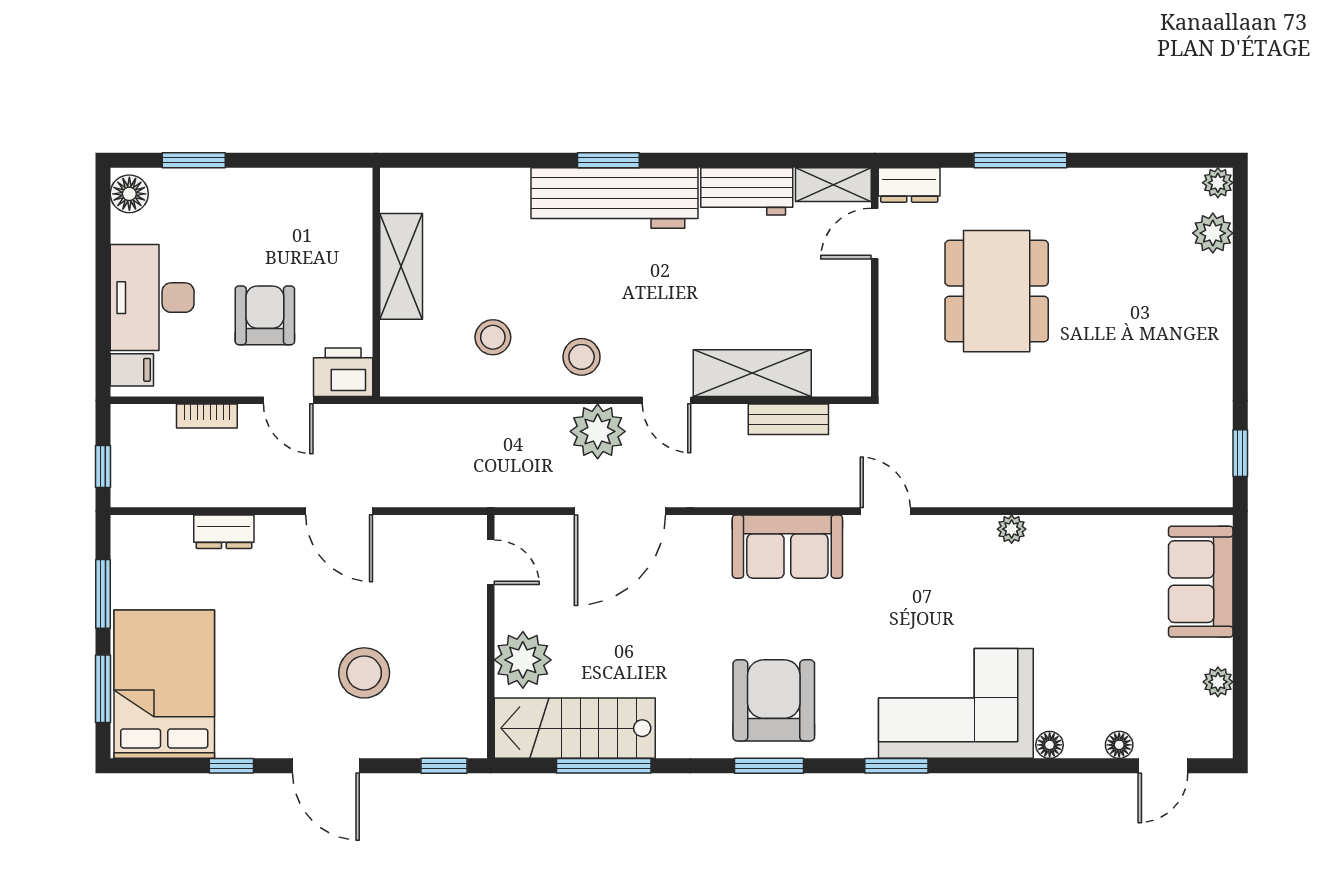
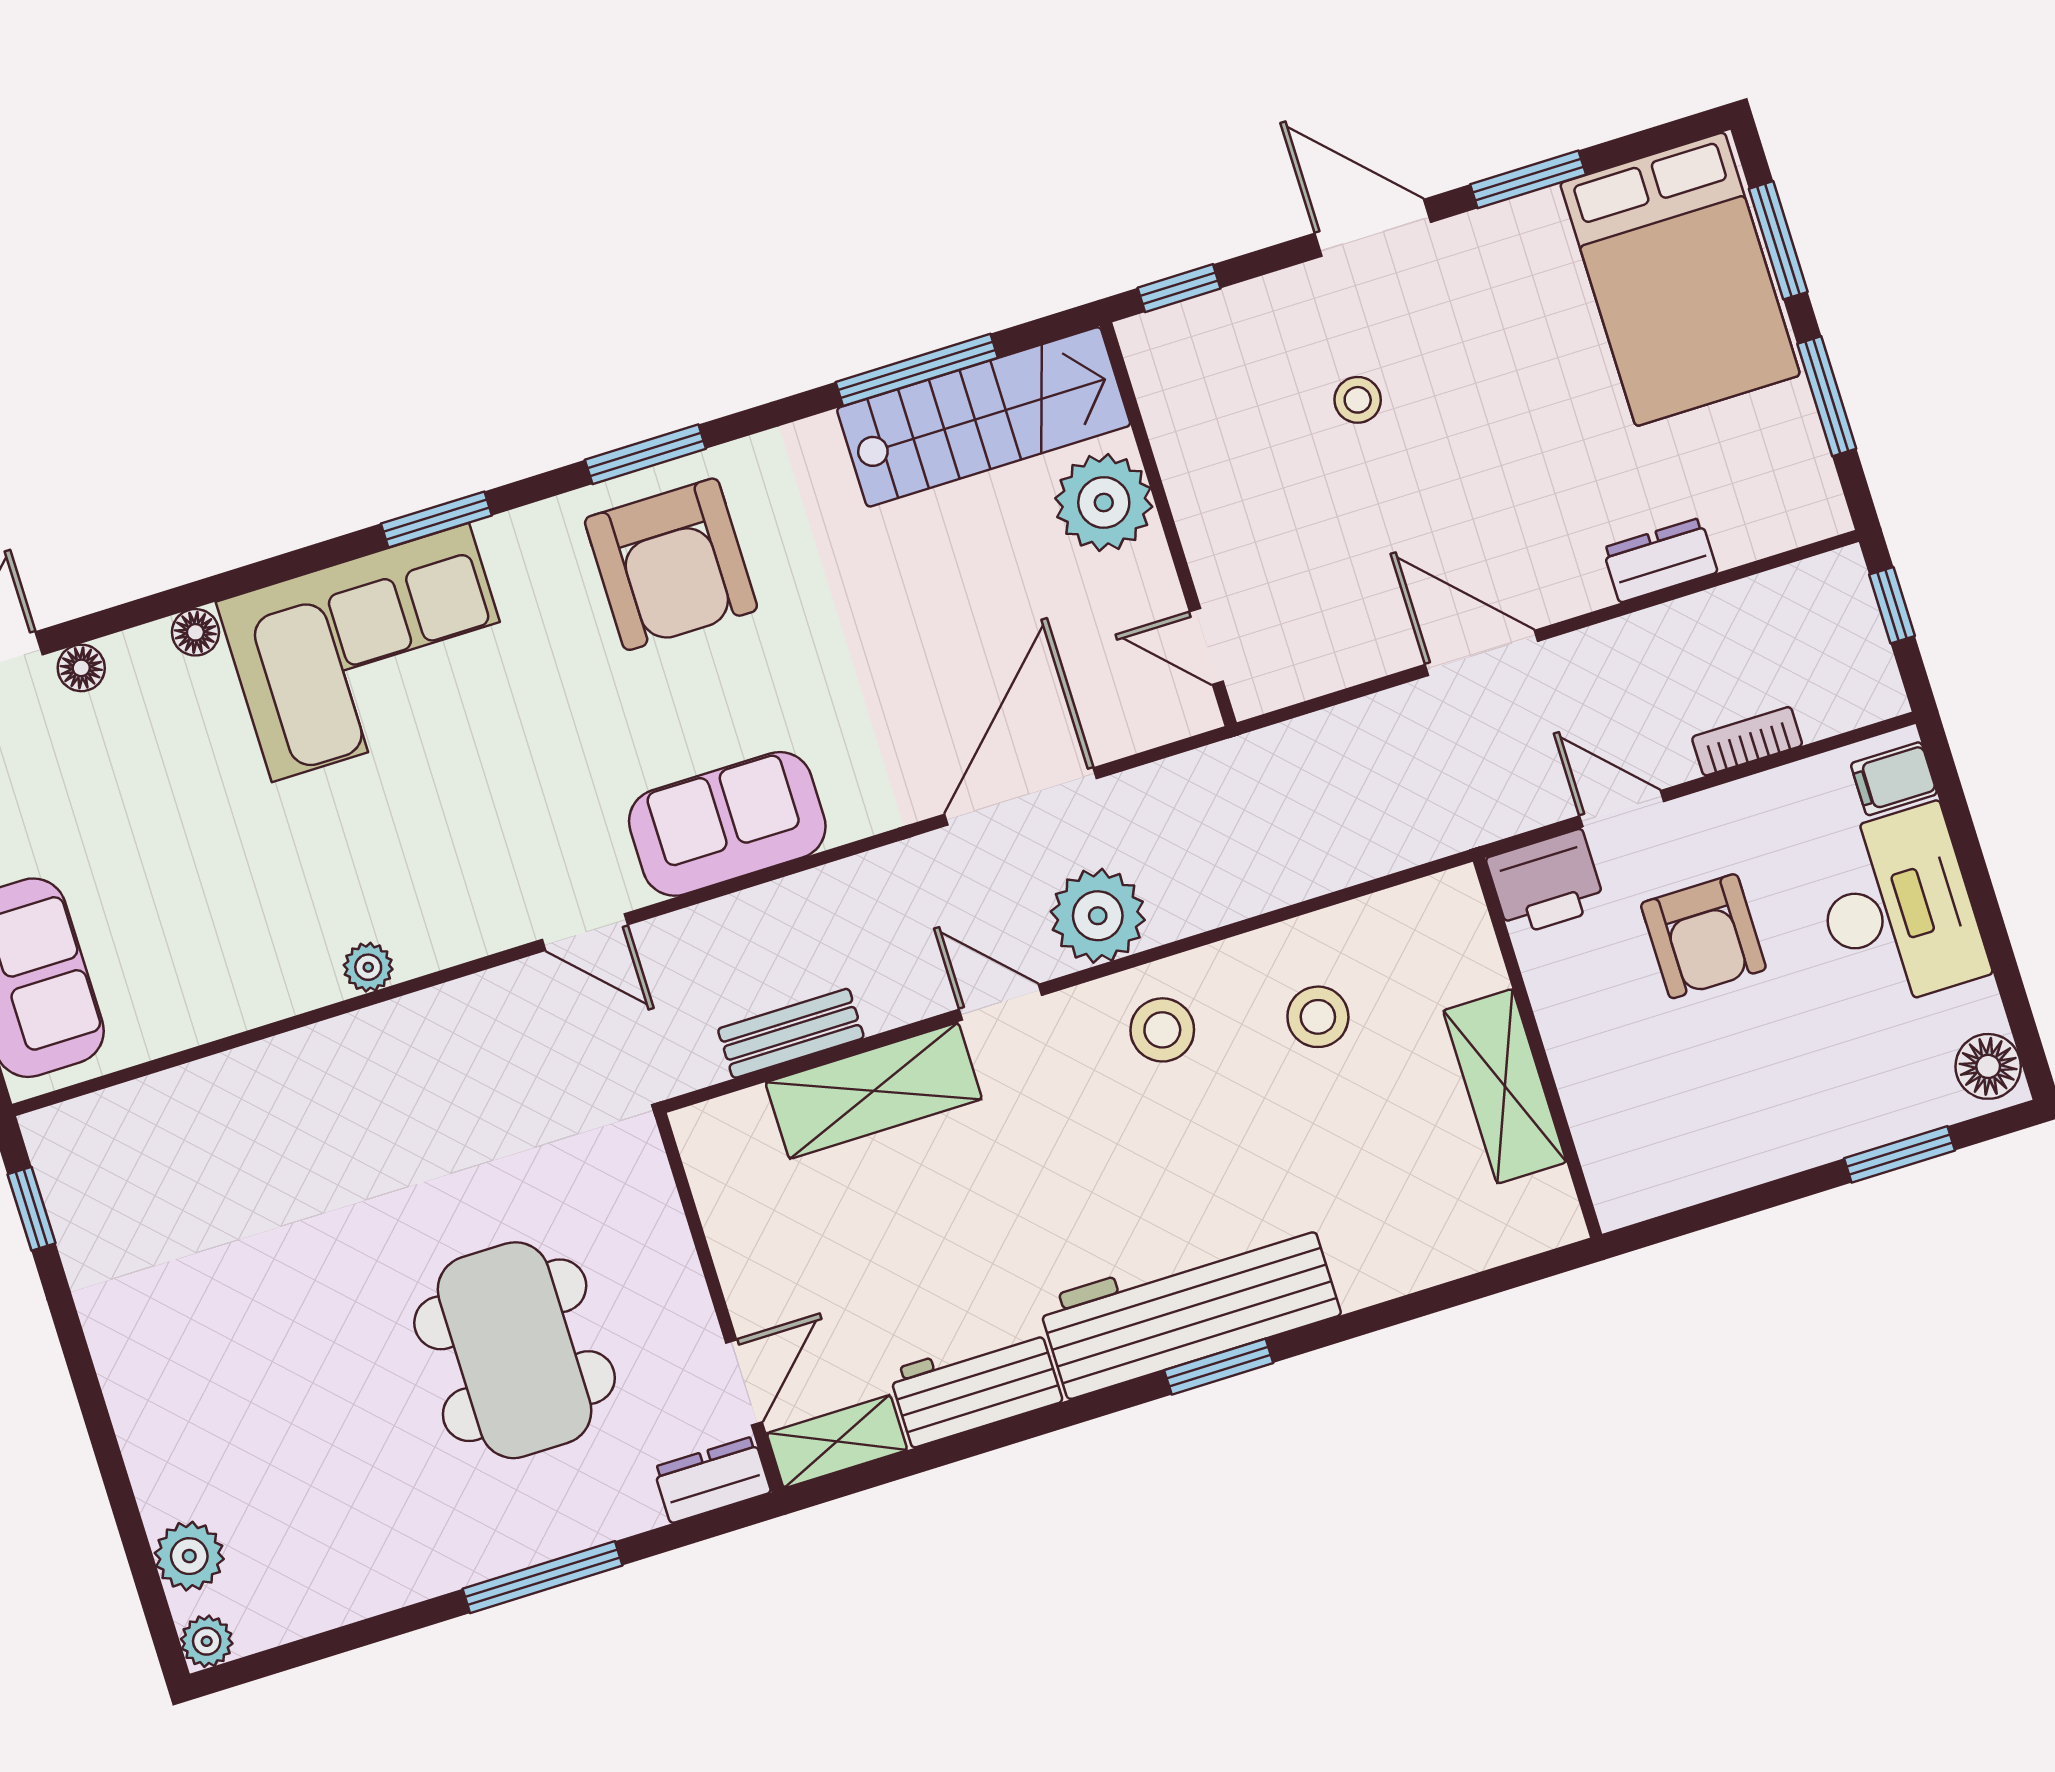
stool: (364, 673) -> (1358, 400), width x0.53, depth x0.53
window: (231, 766) -> (1528, 179), width x1.50

